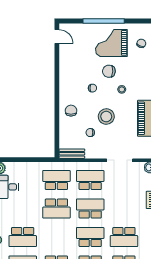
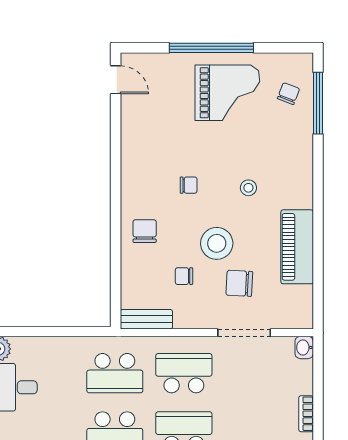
grand piano: (111, 43) -> (227, 93), turned 180
chair: (109, 71) -> (239, 283), moved
school desk: (56, 180) -> (115, 373), turned 180

